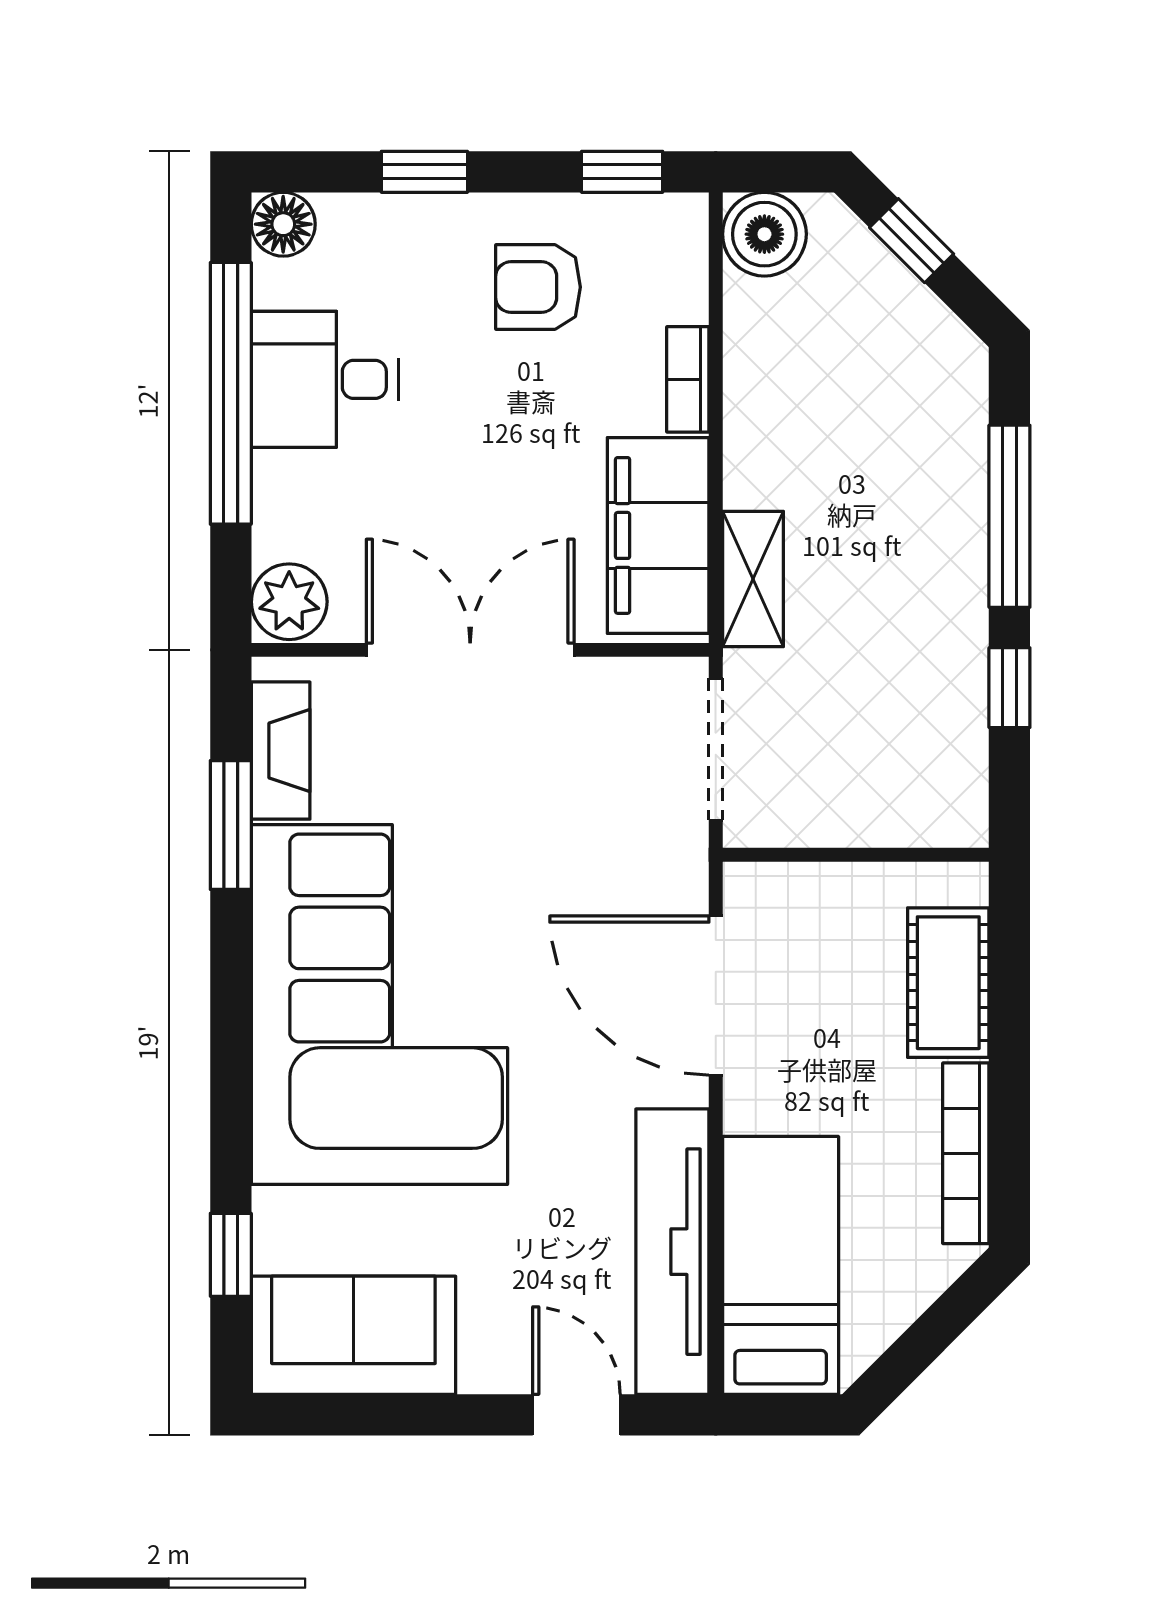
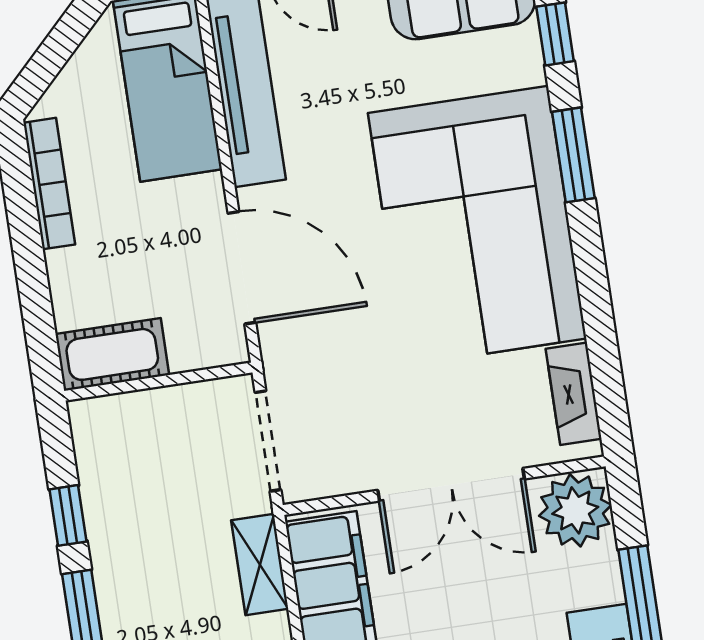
plant: (289, 602) -> (575, 510), width x1.36, depth x1.36
window: (231, 825) -> (573, 155), moved
cot: (948, 983) -> (112, 354), moved, turned 90

